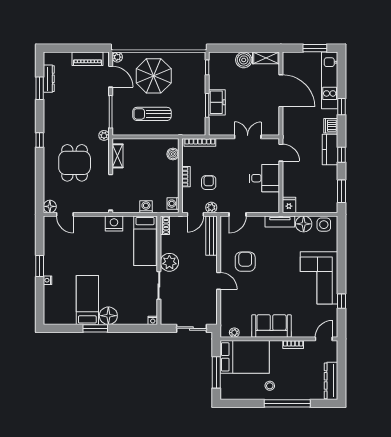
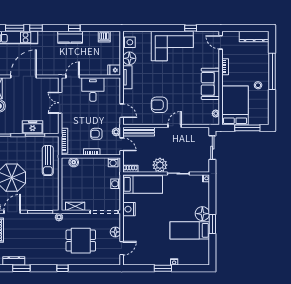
sun lounger: (152, 114) -> (48, 161), moved
dishwasher: (331, 126) -> (104, 37), moved
window: (342, 191) -> (15, 28), moved
floor lamp: (50, 206) -> (115, 232), moved

